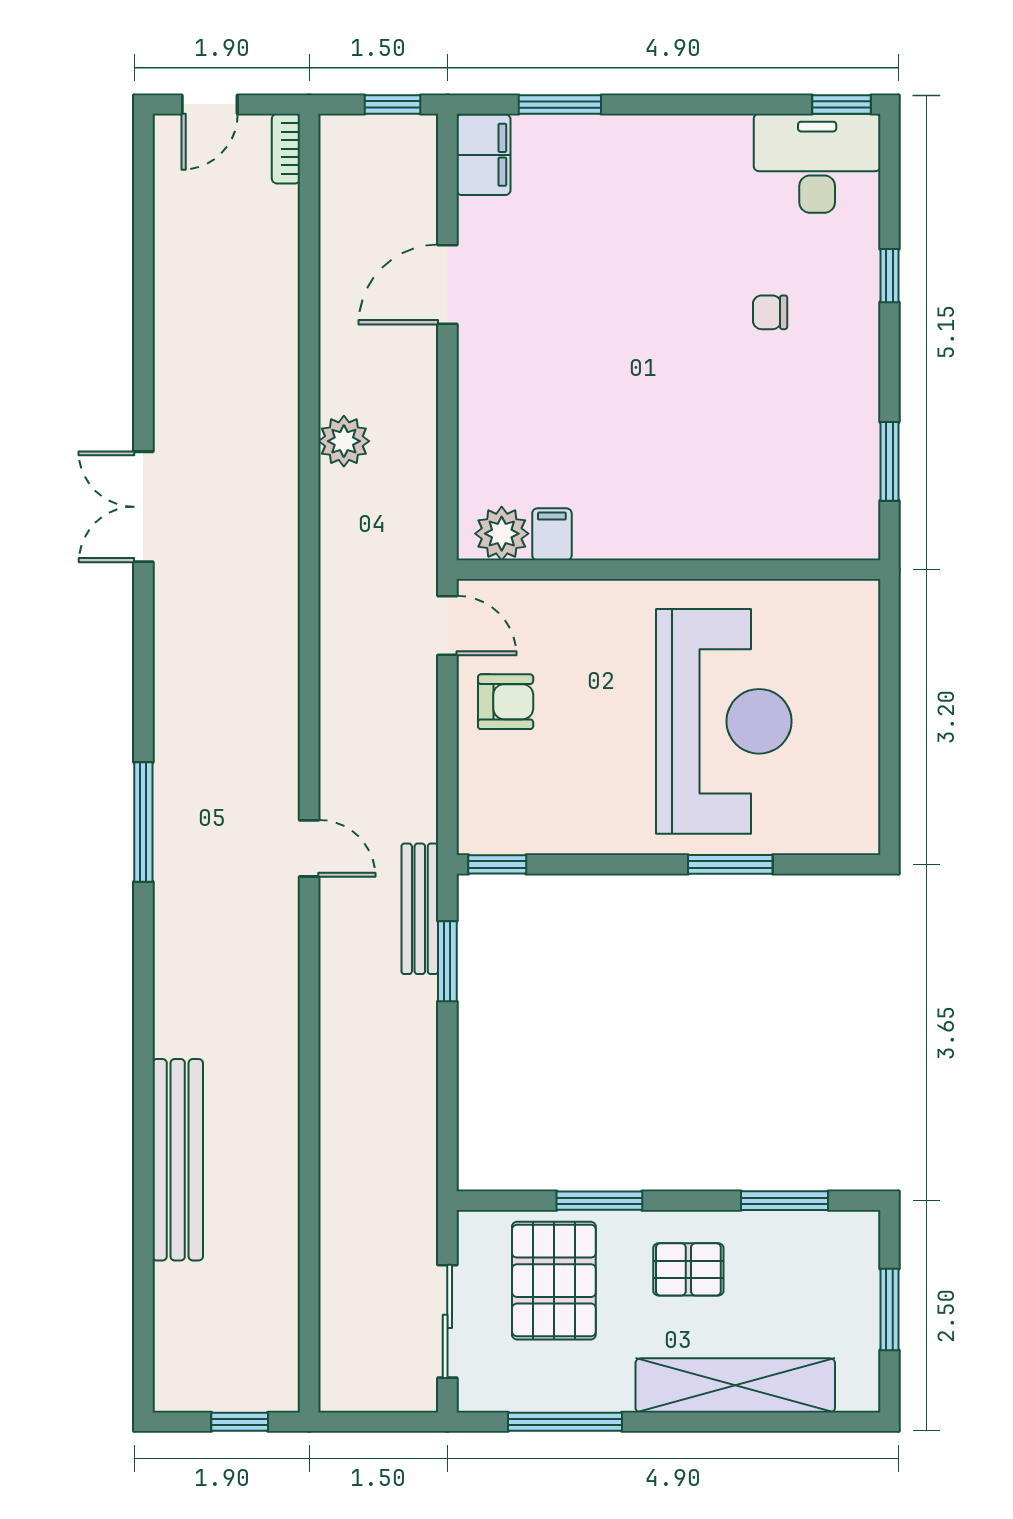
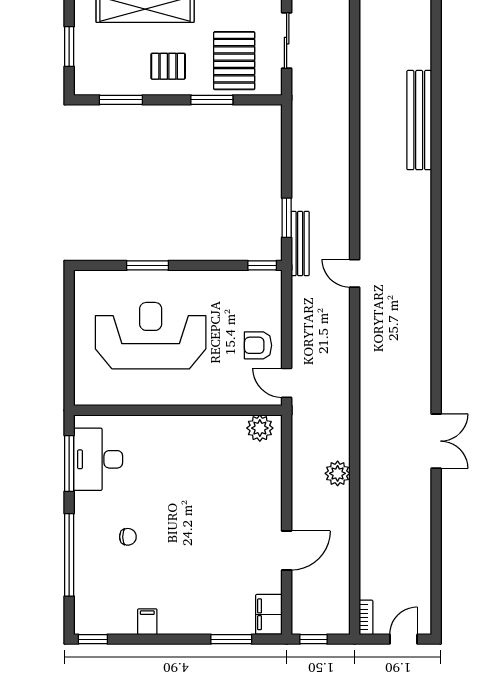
desk: (817, 163) -> (98, 459), moved, turned 90
window: (890, 276) -> (69, 555), width x3.17
window: (890, 461) -> (69, 464), width x1.44
filing cabinet: (552, 534) -> (147, 622), moved, turned 180
reception desk: (724, 721) -> (151, 336), turned 90
window: (143, 822) -> (436, 286), removed

